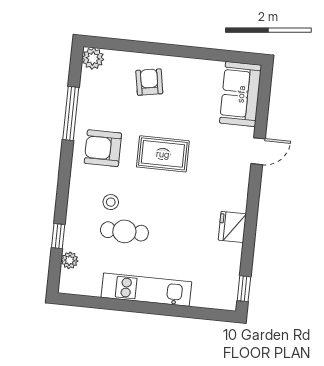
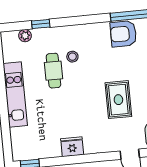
armchair: (103, 148) -> (123, 34), moved, turned -90
rug: (163, 154) -> (118, 100), moved

